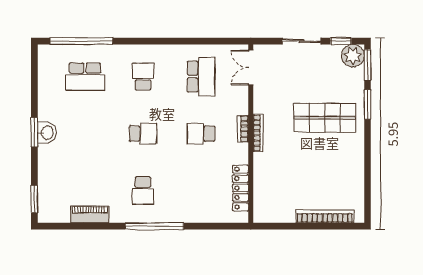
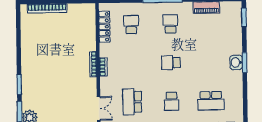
school desk: (85, 77) -> (211, 101), turned 180
shop shelf: (325, 118) -> (48, 75), removed
school desk: (201, 134) -> (131, 25), moved, turned -90

